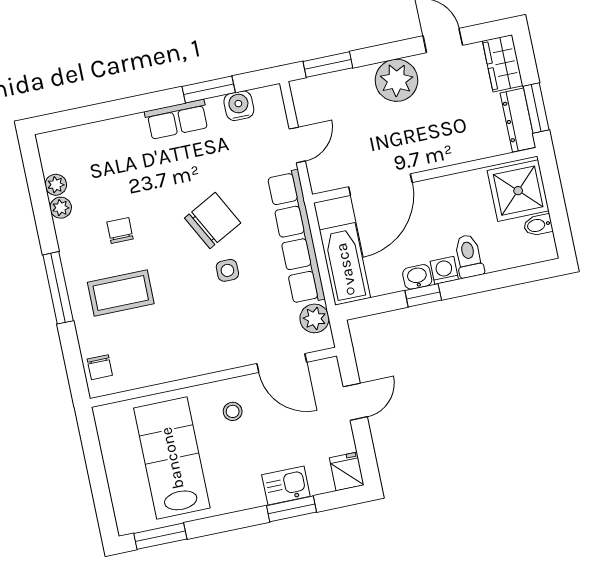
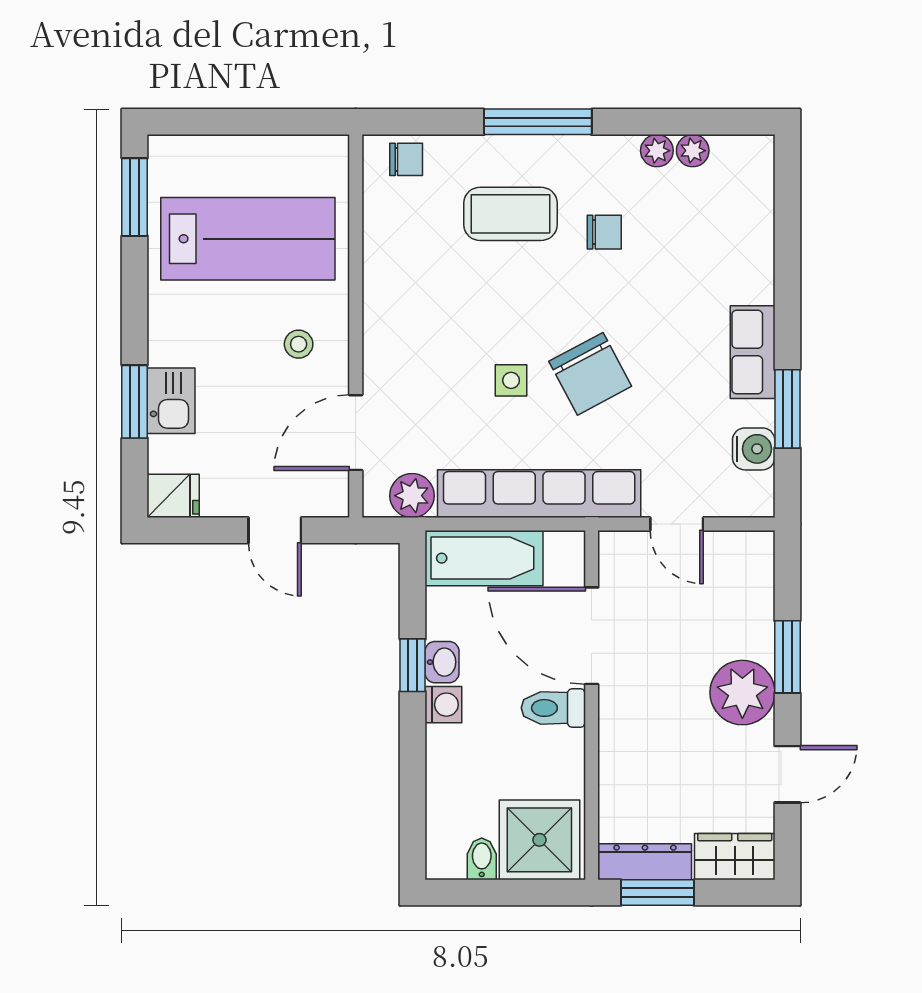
window: (328, 65) -> (787, 657), moved
toilet: (469, 256) -> (553, 708), moved, turned 180
coffee table: (121, 293) -> (511, 214), turned 90
chair: (100, 367) -> (406, 159), turned 180

